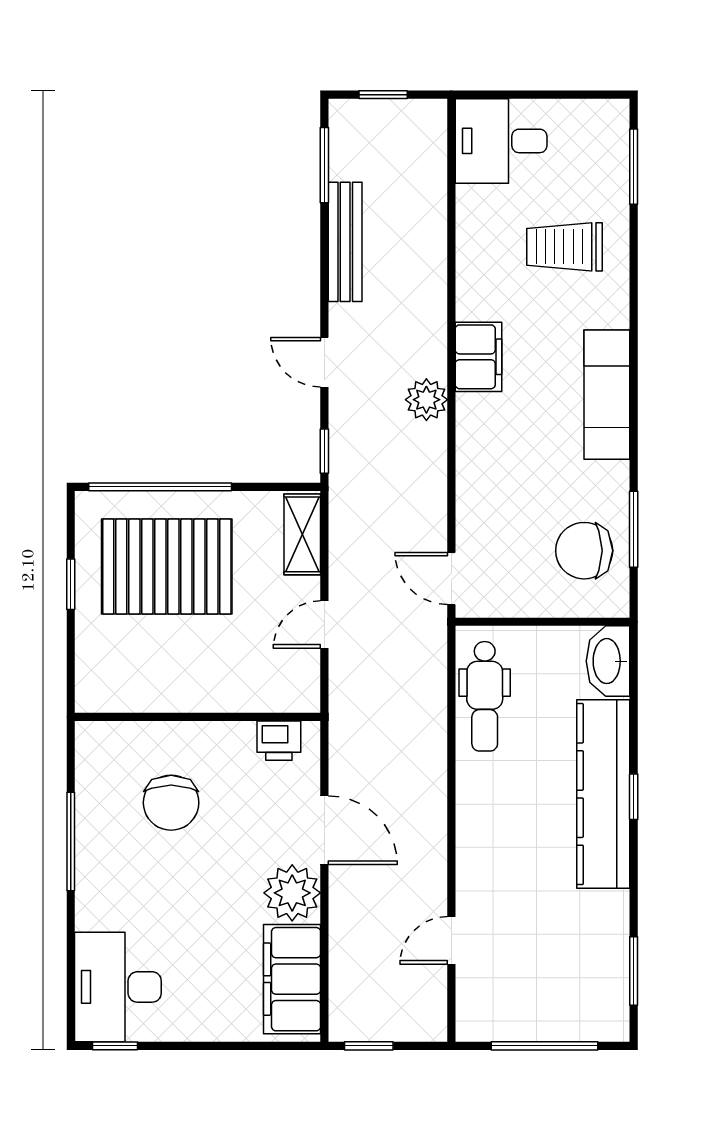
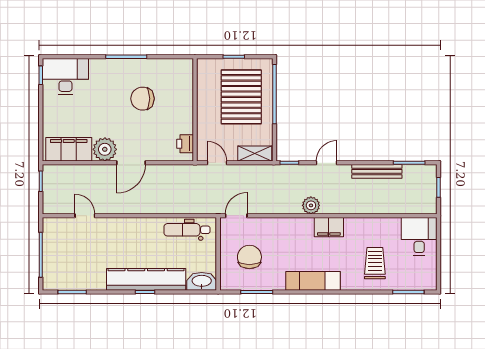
chair: (584, 551) -> (249, 257), moved
wall: (198, 717) -> (195, 110), moved
printer: (279, 741) -> (185, 144), moved

